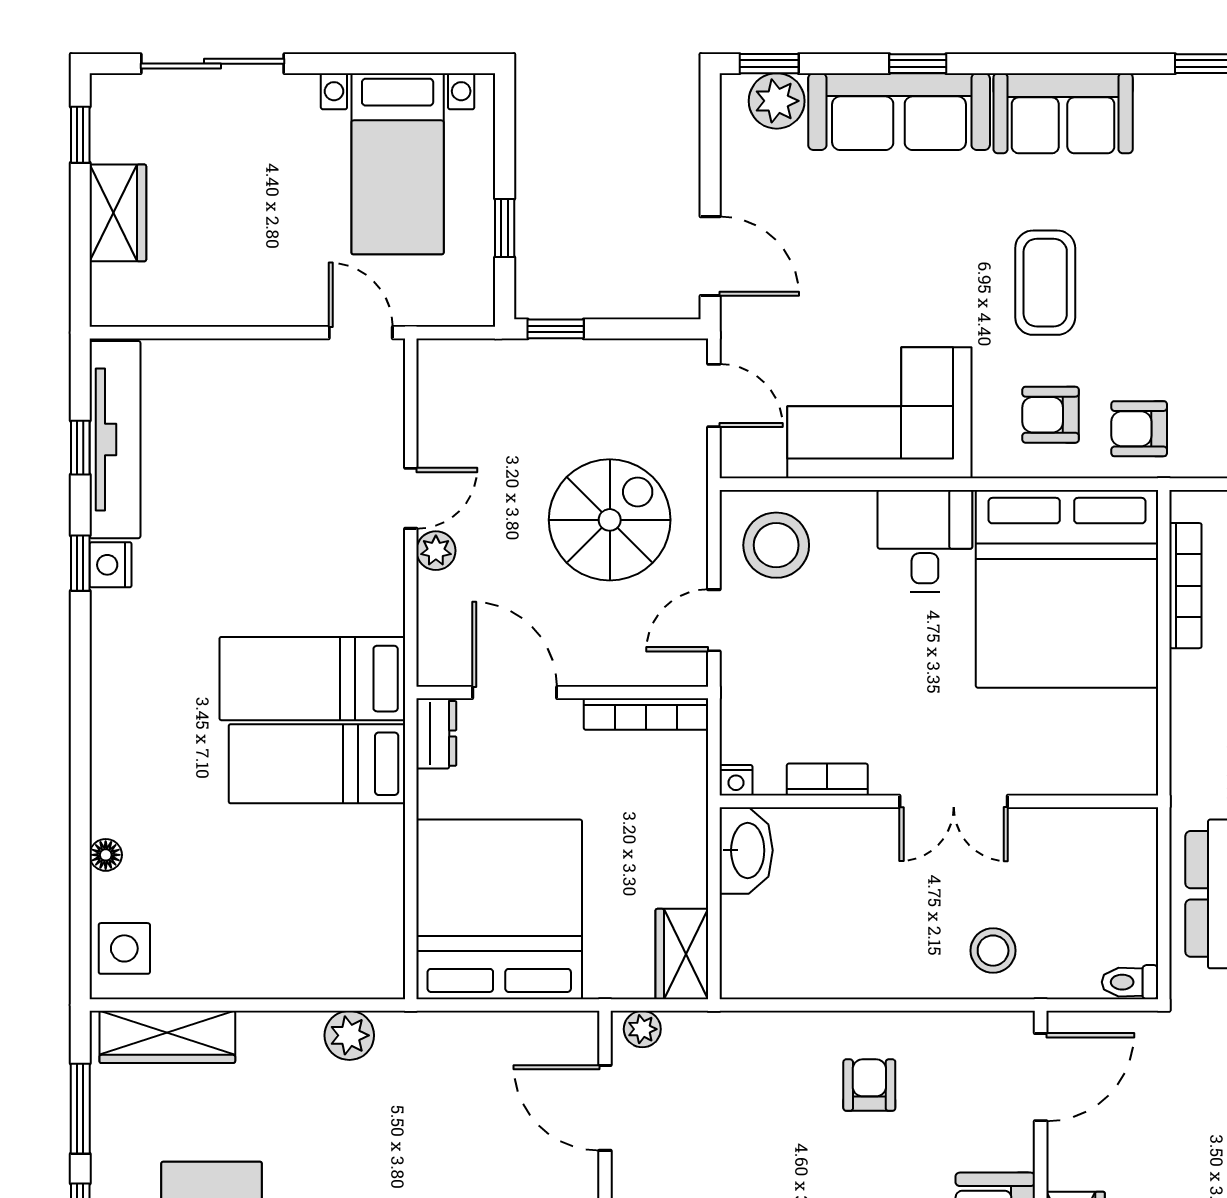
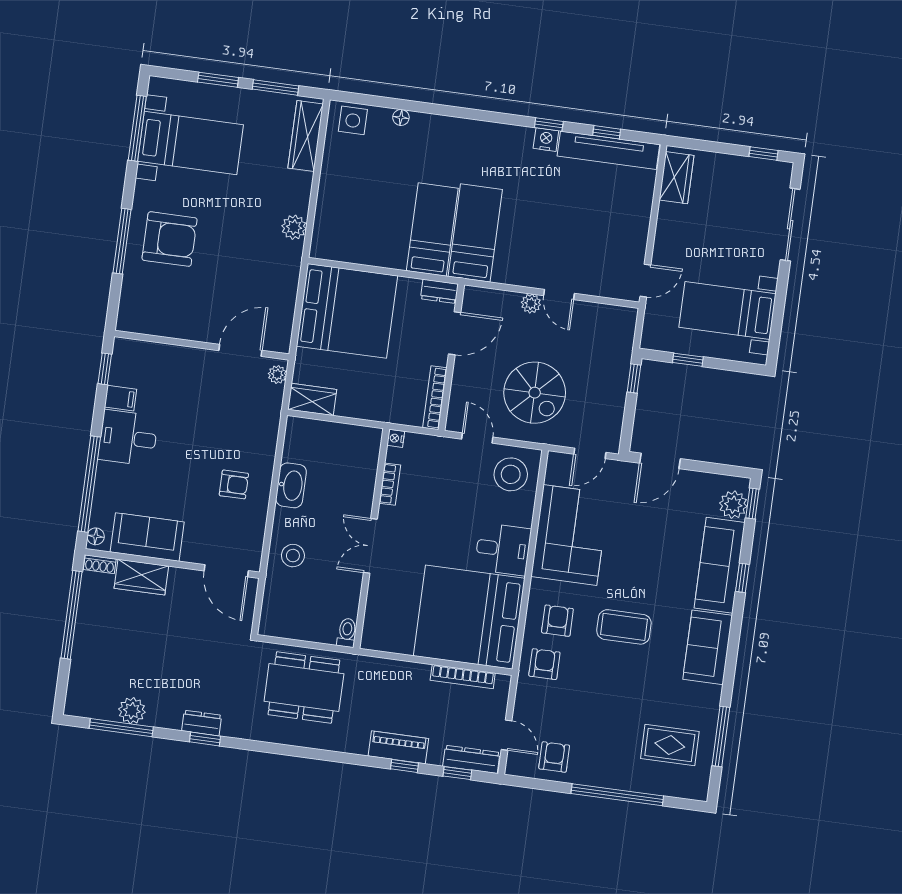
wardrobe: (118, 213) -> (677, 178), moved, turned -90
washbasin: (746, 850) -> (291, 485), moved, turned -90
toilet: (1130, 982) -> (347, 633), moved

